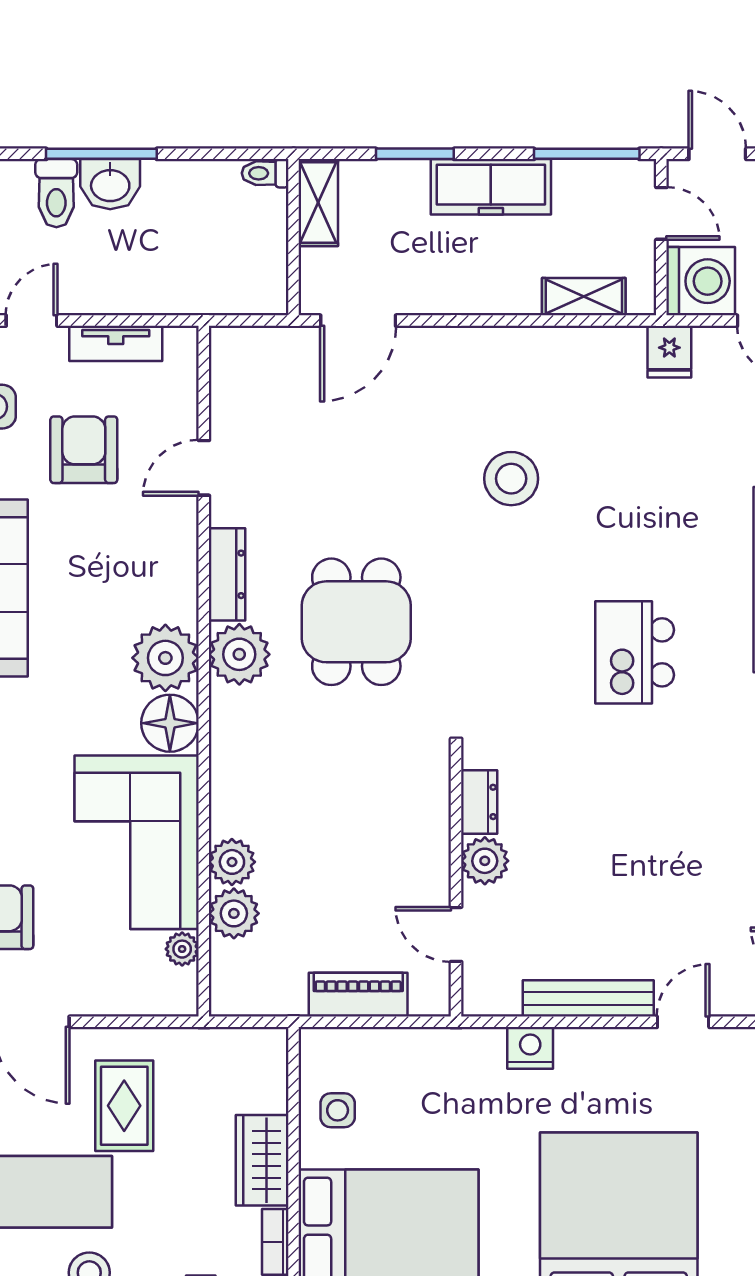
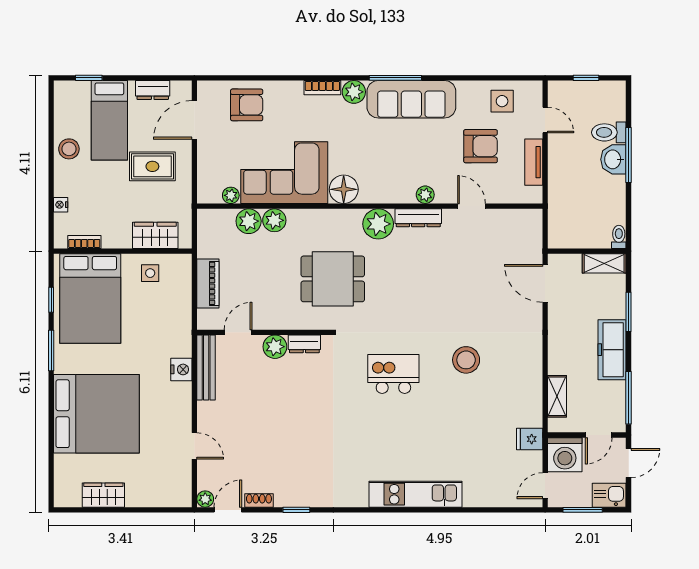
dining table: (356, 622) -> (333, 279), moved
kitchen island: (635, 652) -> (393, 374), moved
plant: (165, 658) -> (425, 195), moved, width x0.53, depth x0.53
bench: (588, 998) -> (206, 368), moved
wardrobe: (262, 1160) -> (155, 235), moved

